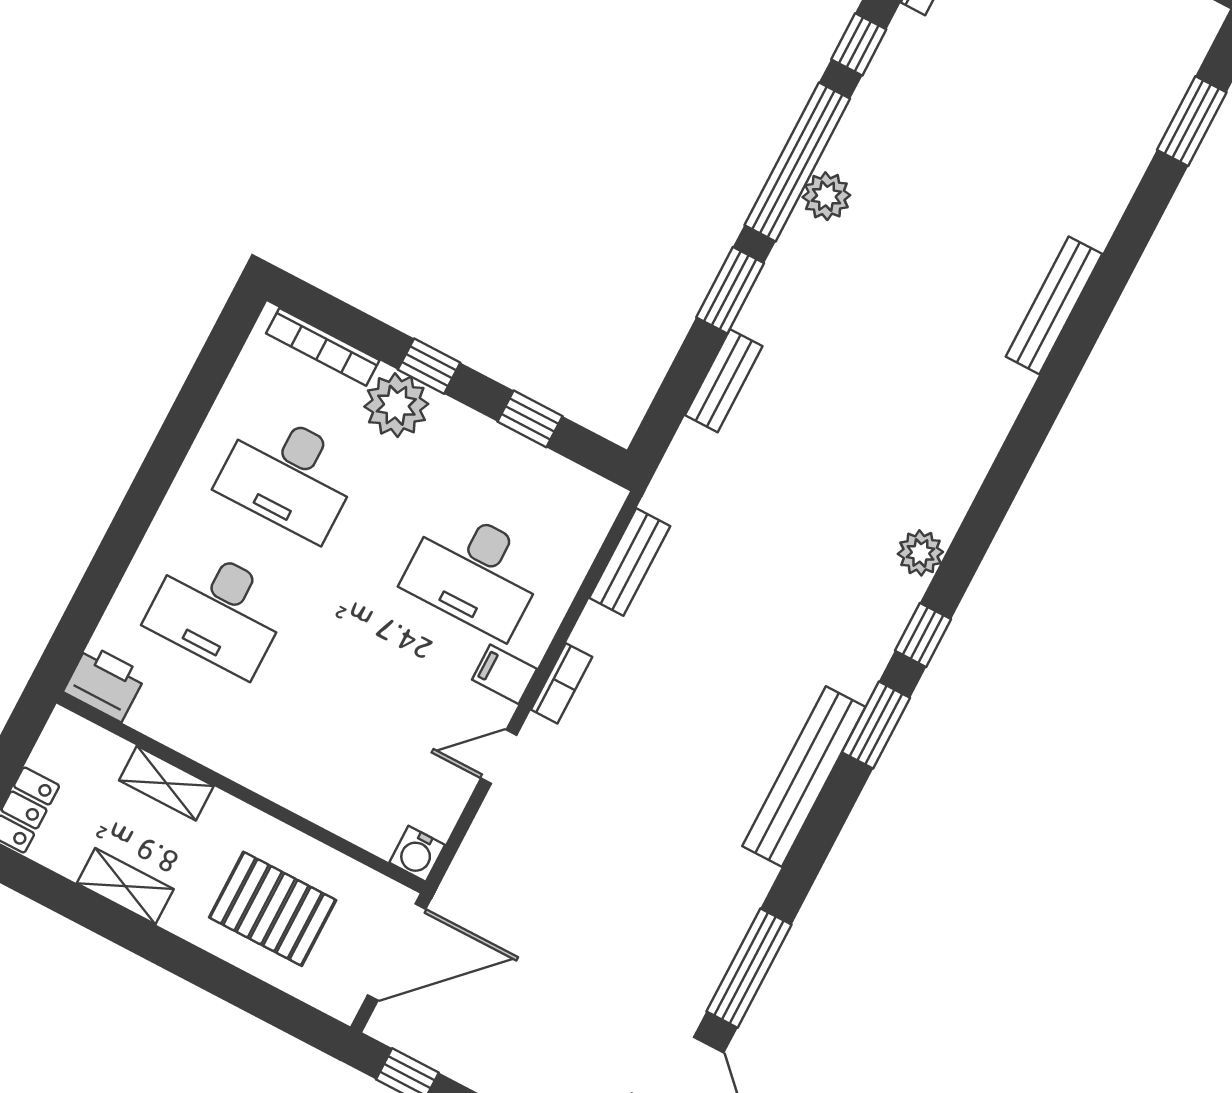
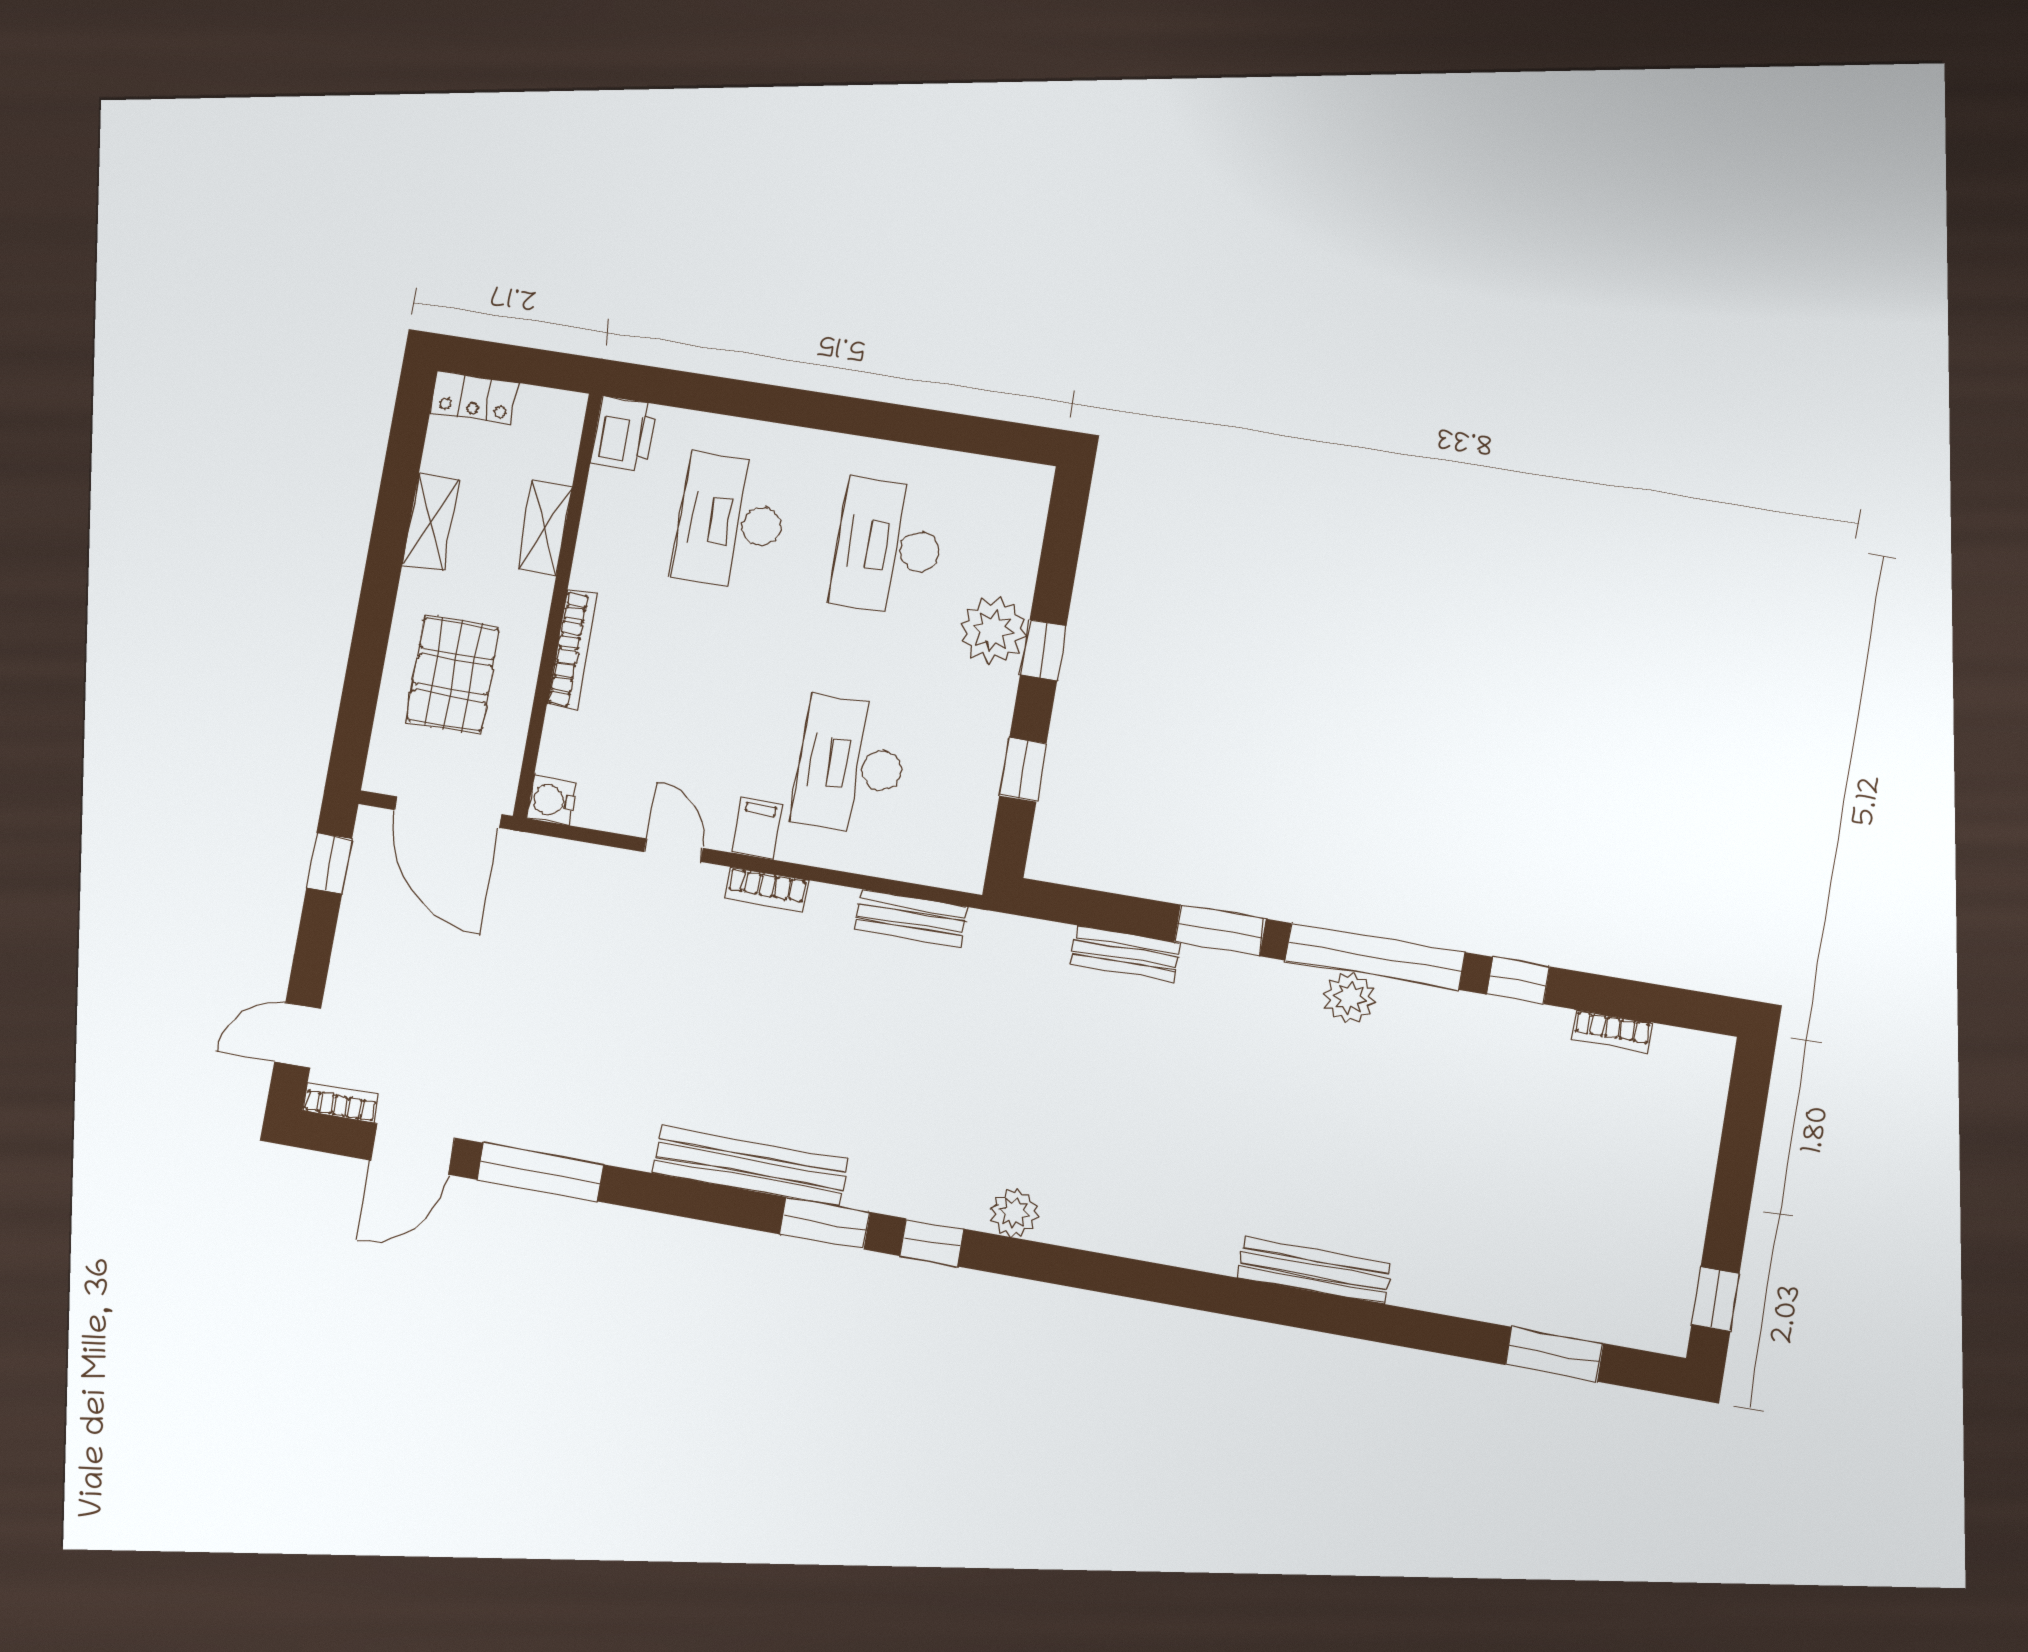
bookcase: (323, 347) -> (572, 650), moved, turned 180

